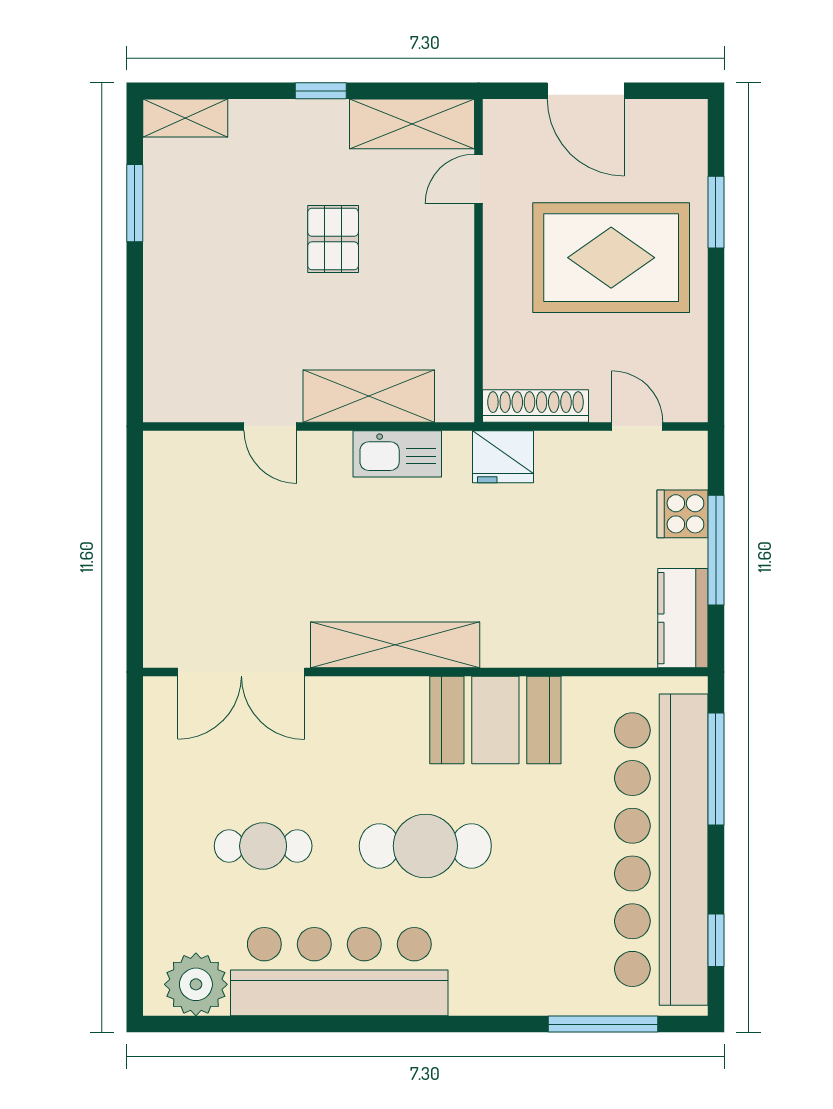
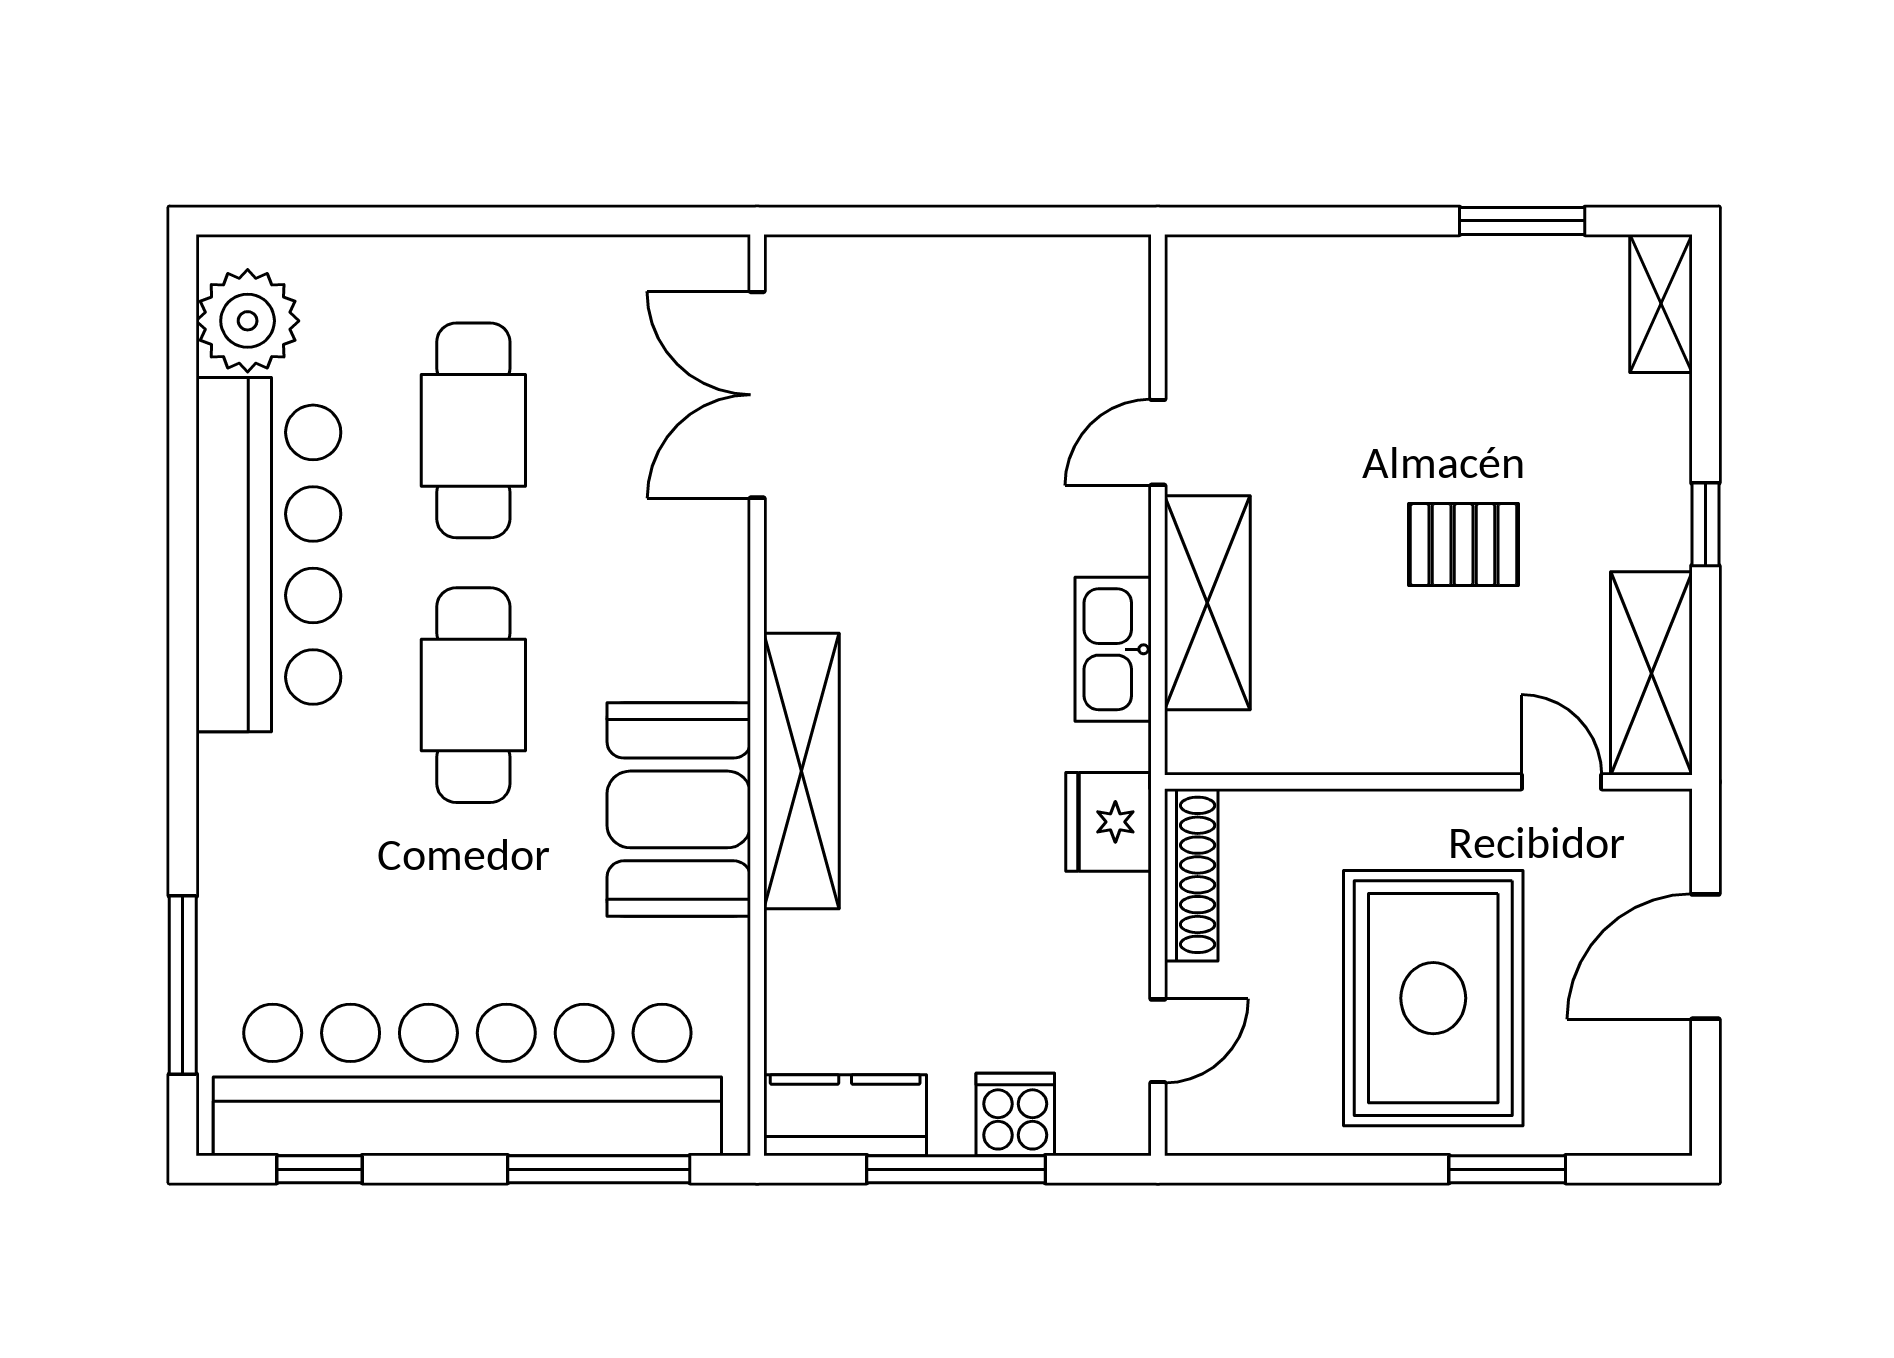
shelving: (395, 645) -> (801, 771), moved
cafe table: (263, 846) -> (473, 430), width x1.37, depth x1.35

